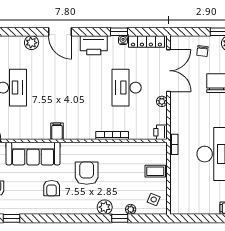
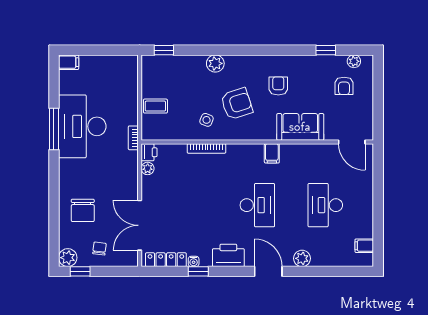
desk: (127, 88) -> (257, 205), moved
plant: (162, 101) -> (148, 168), moved
sofa: (33, 154) -> (300, 127), width x0.73
armchair: (87, 173) -> (237, 104), turned -108
side table: (154, 199) -> (207, 120), moved
plant: (131, 209) -> (185, 61), removed
window: (120, 218) -> (164, 50), moved

